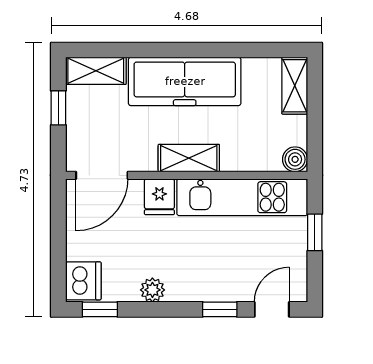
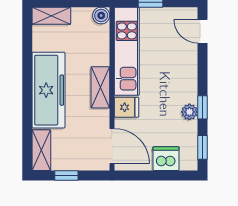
dishwasher: (83, 281) -> (166, 159), moved
window: (220, 309) -> (203, 107), moved

